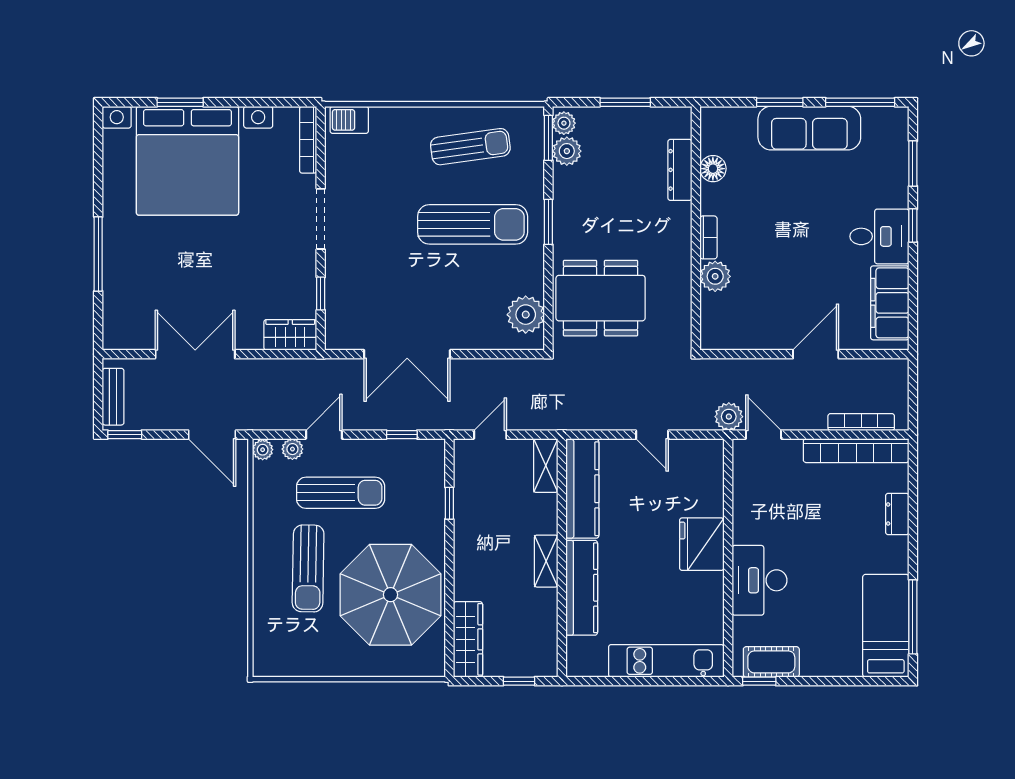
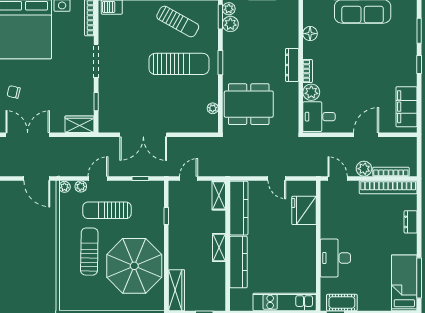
sun lounger: (470, 147) -> (178, 22), turned 37
dresser: (680, 170) -> (292, 65), moved
desk: (879, 236) -> (319, 117), moved, turned 180
chair: (169, 276) -> (14, 92), added
plant: (526, 315) -> (213, 108), width x0.53, depth x0.53
plant: (729, 417) -> (364, 169), moved
sun lounger: (341, 493) -> (107, 210), turned 180
fridge: (702, 544) -> (304, 210), moved
sun lounger: (308, 568) -> (89, 252), turned 180

